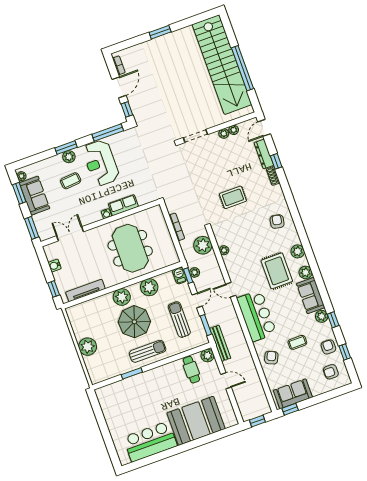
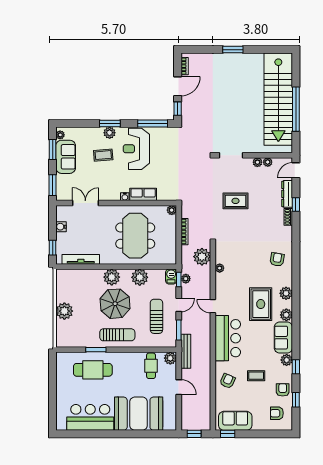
rug: (233, 197) -> (235, 201), moved
plant: (157, 210) -> (172, 210), added
cafe table: (136, 394) -> (93, 370), added

